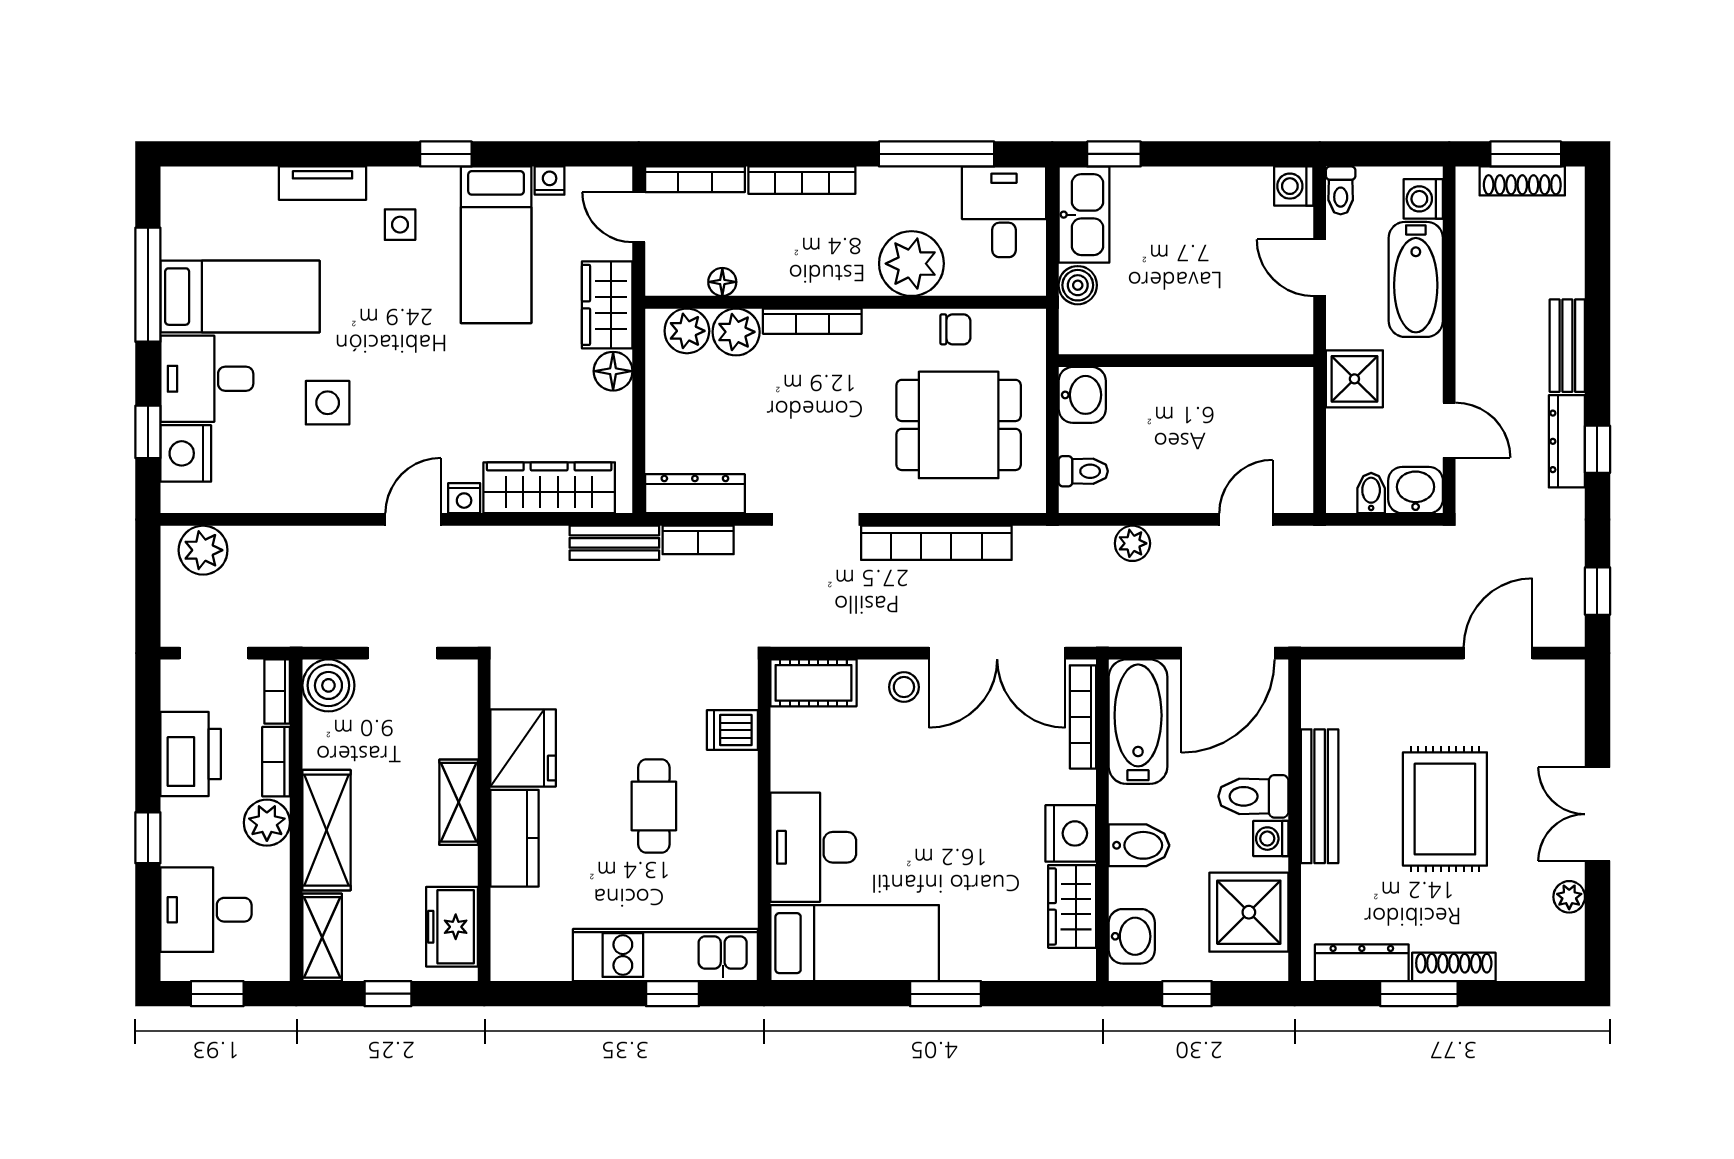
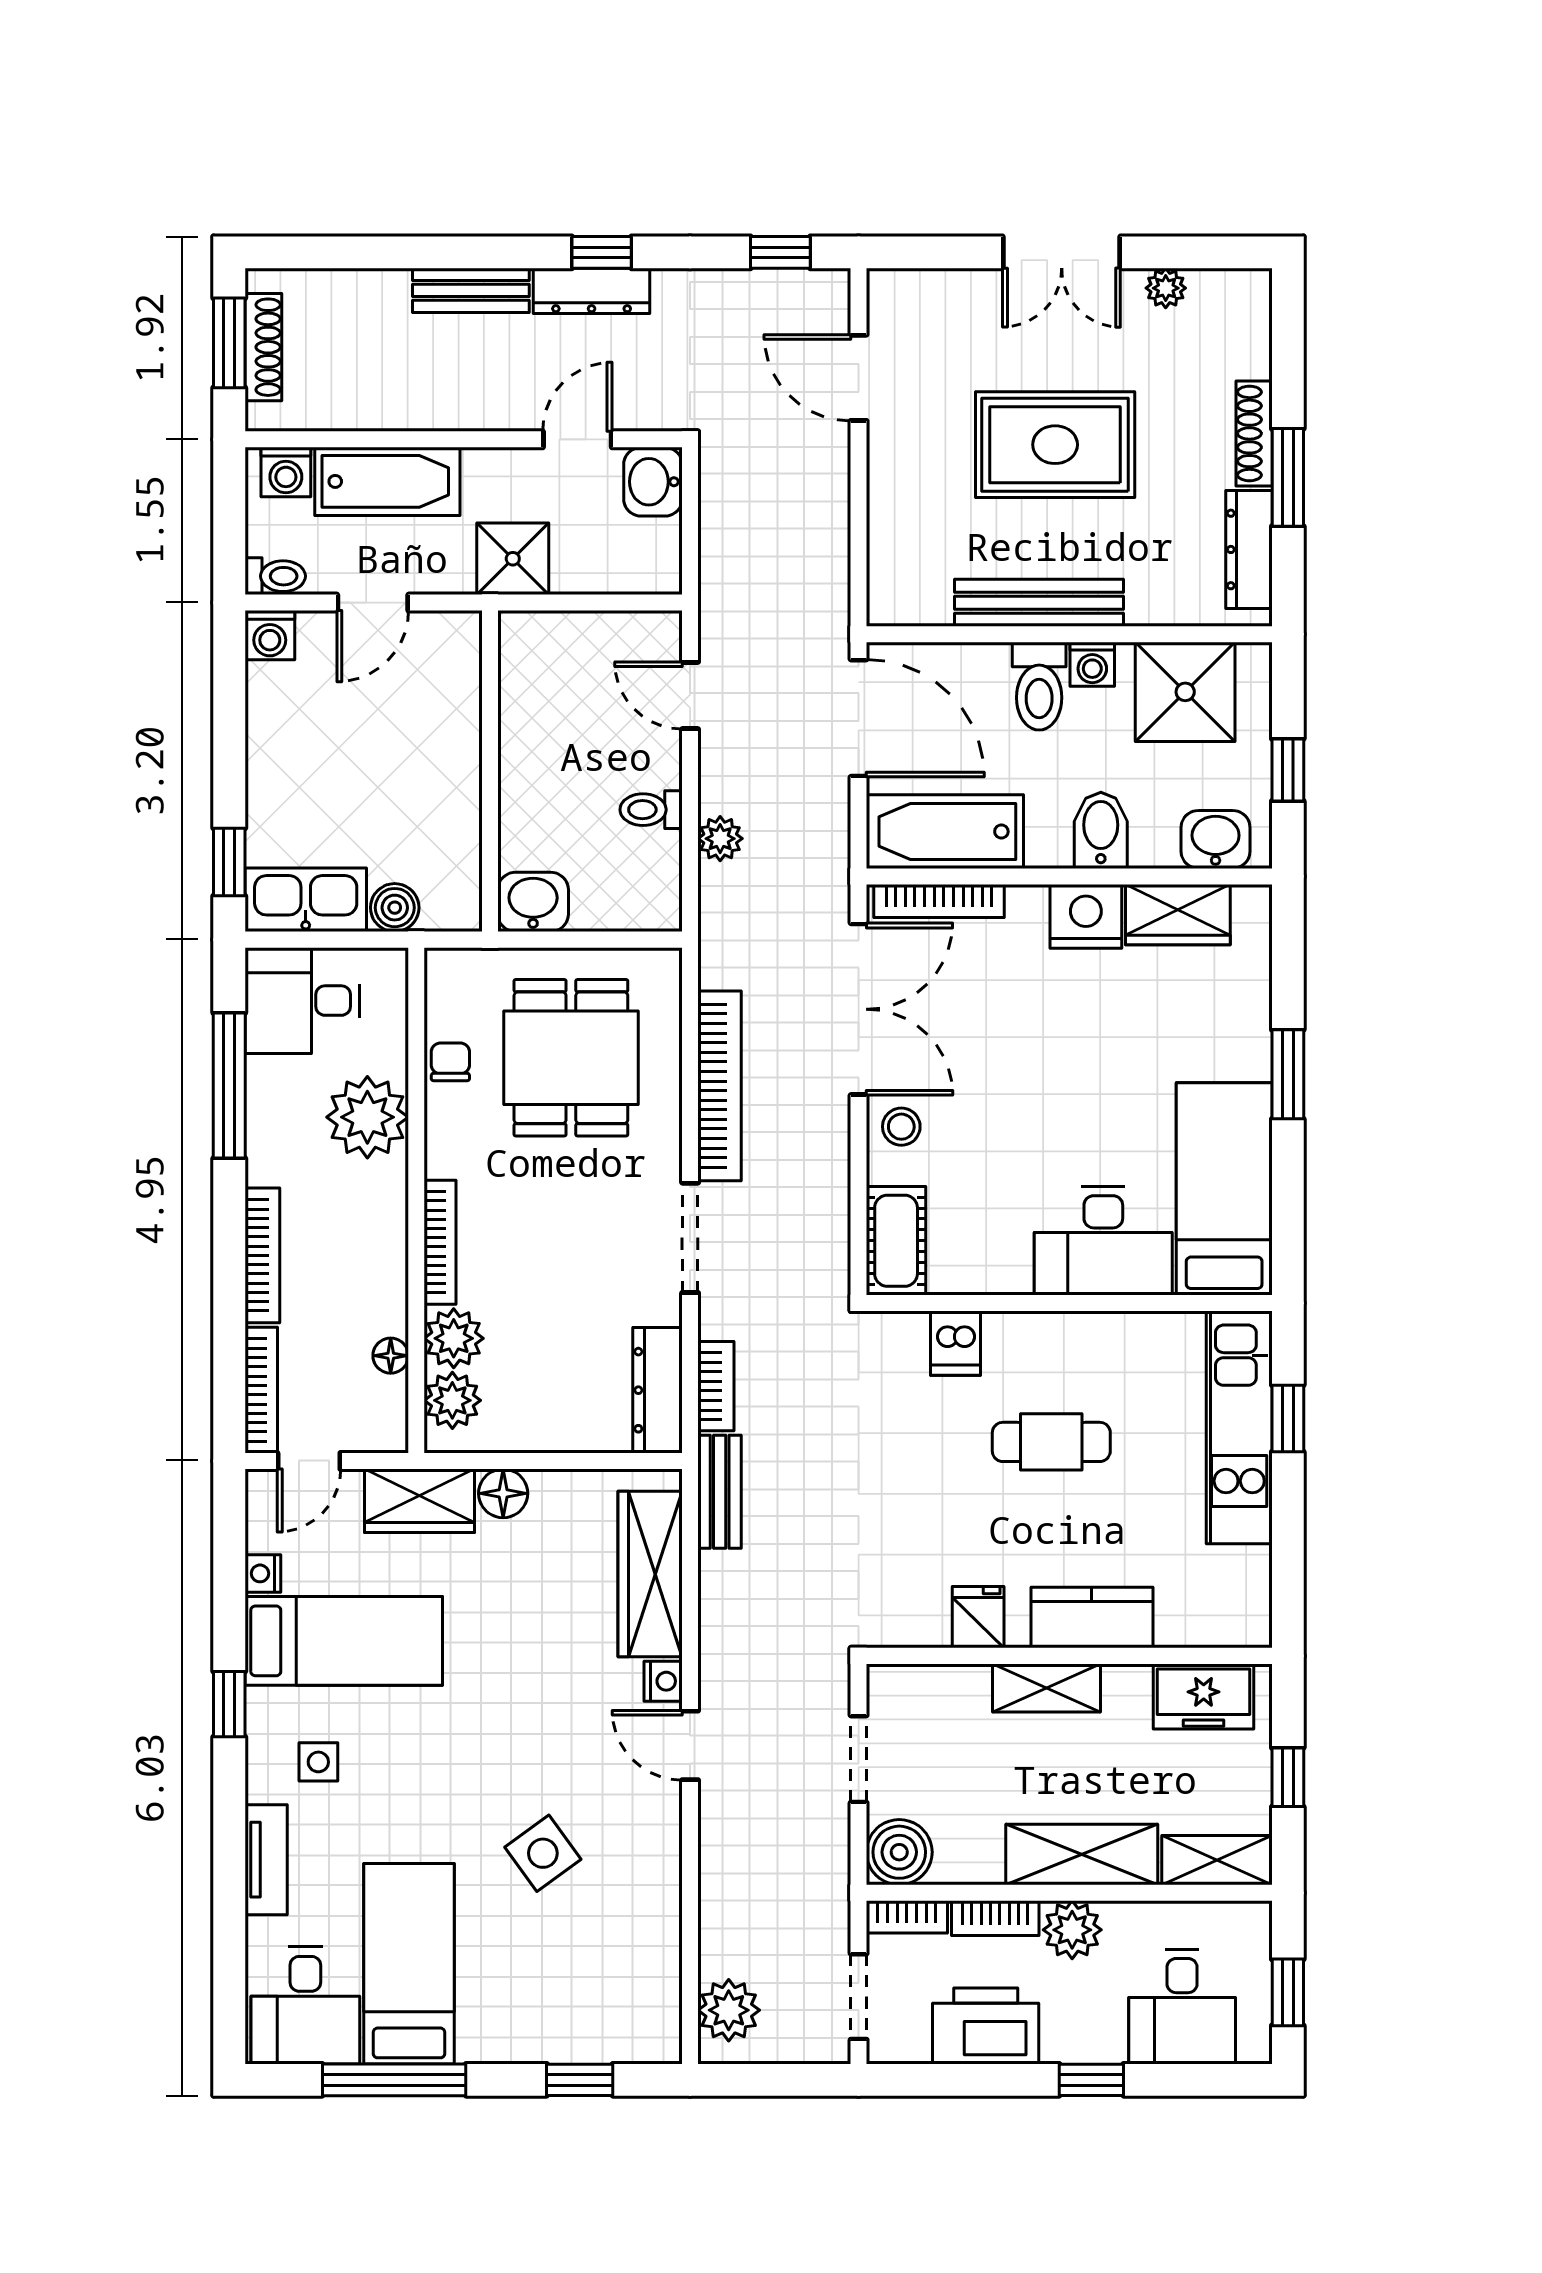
desk: (207, 379) -> (305, 2005), moved
side table: (328, 403) -> (543, 1853), turned -36
nightstand: (186, 453) -> (607, 2032), removed
toilet: (1083, 471) -> (651, 810), moved, turned -90
bidet: (1371, 493) -> (657, 538), removed
fridge: (523, 748) -> (978, 1617), width x0.53, depth x0.75

